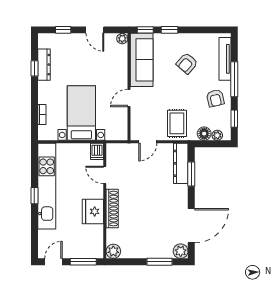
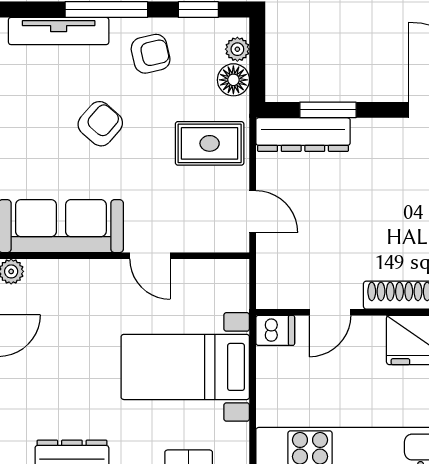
armchair: (187, 63) -> (100, 124), moved, turned -90

